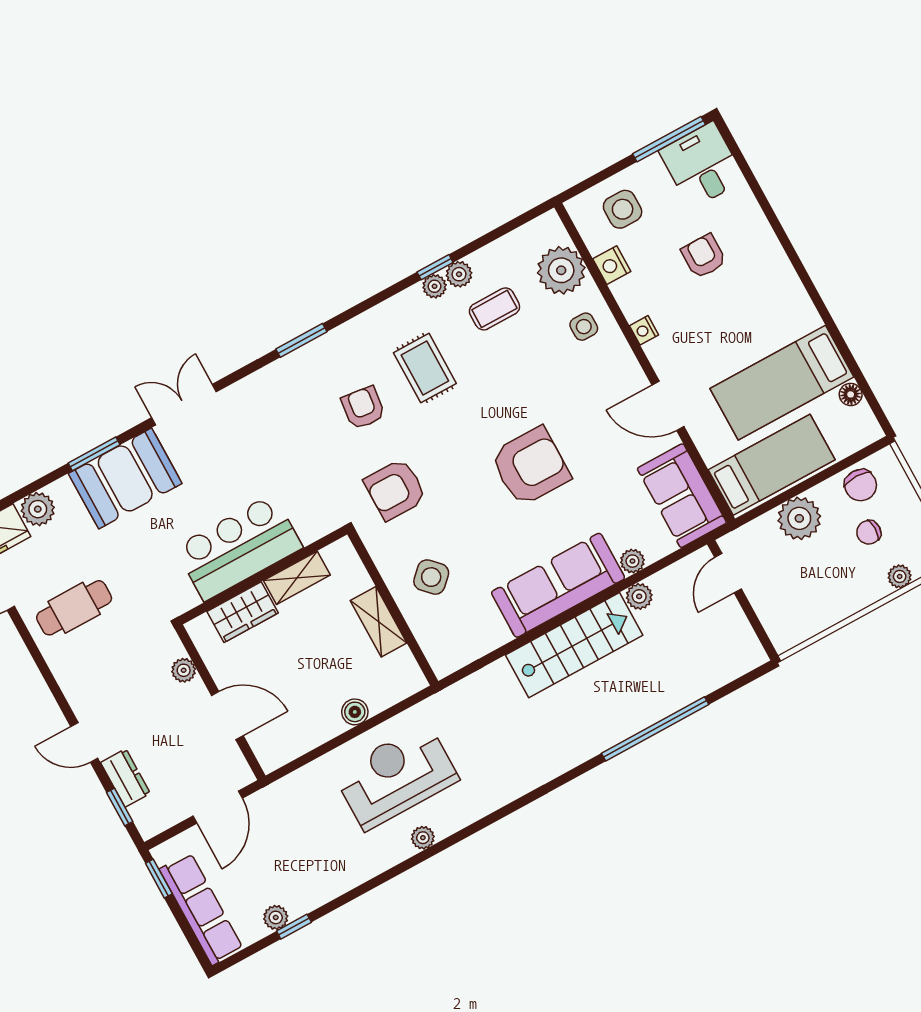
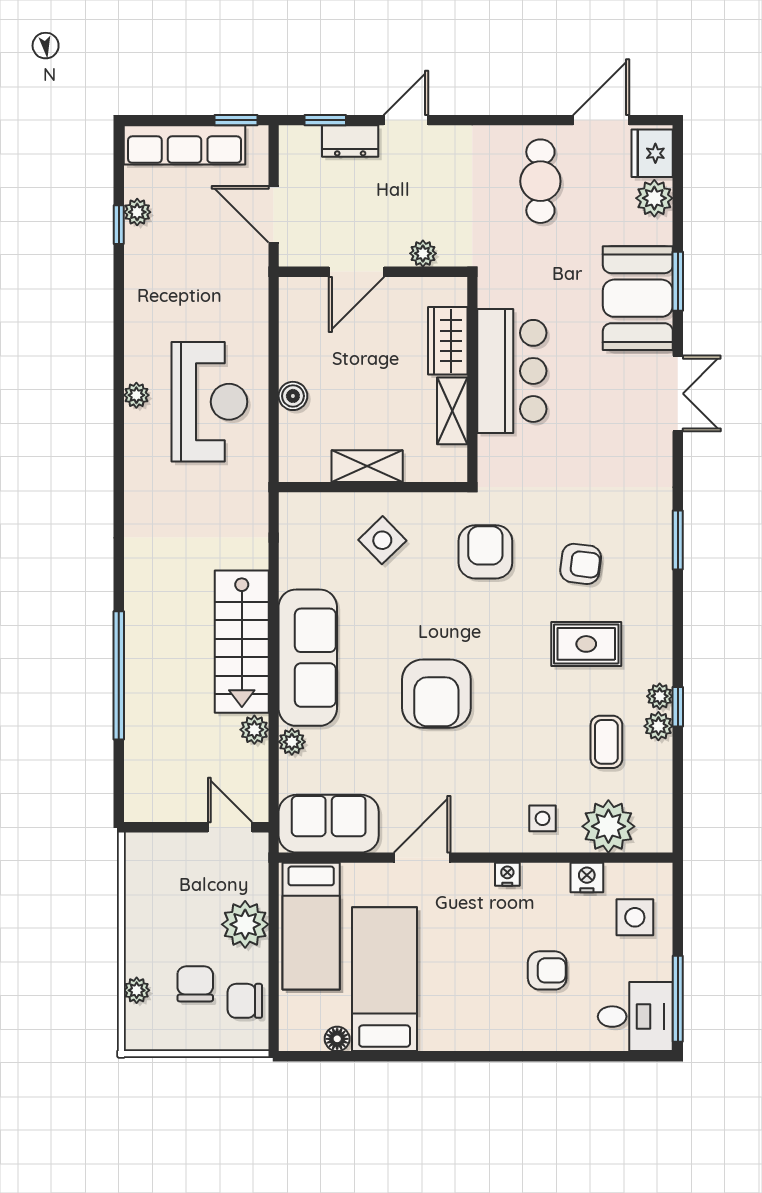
chair: (869, 532) -> (195, 984), width x1.37, depth x1.37

